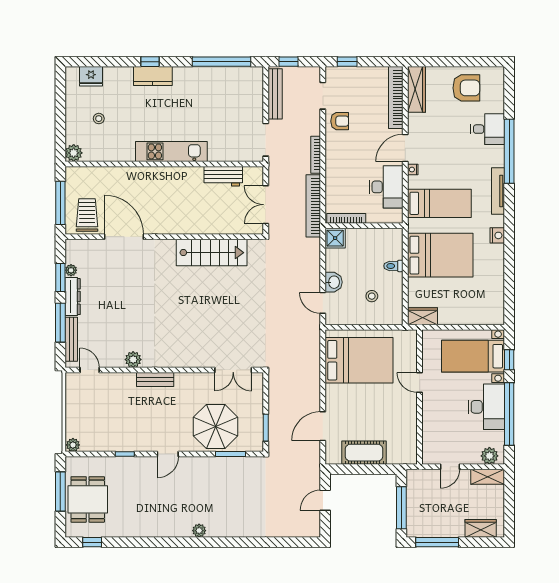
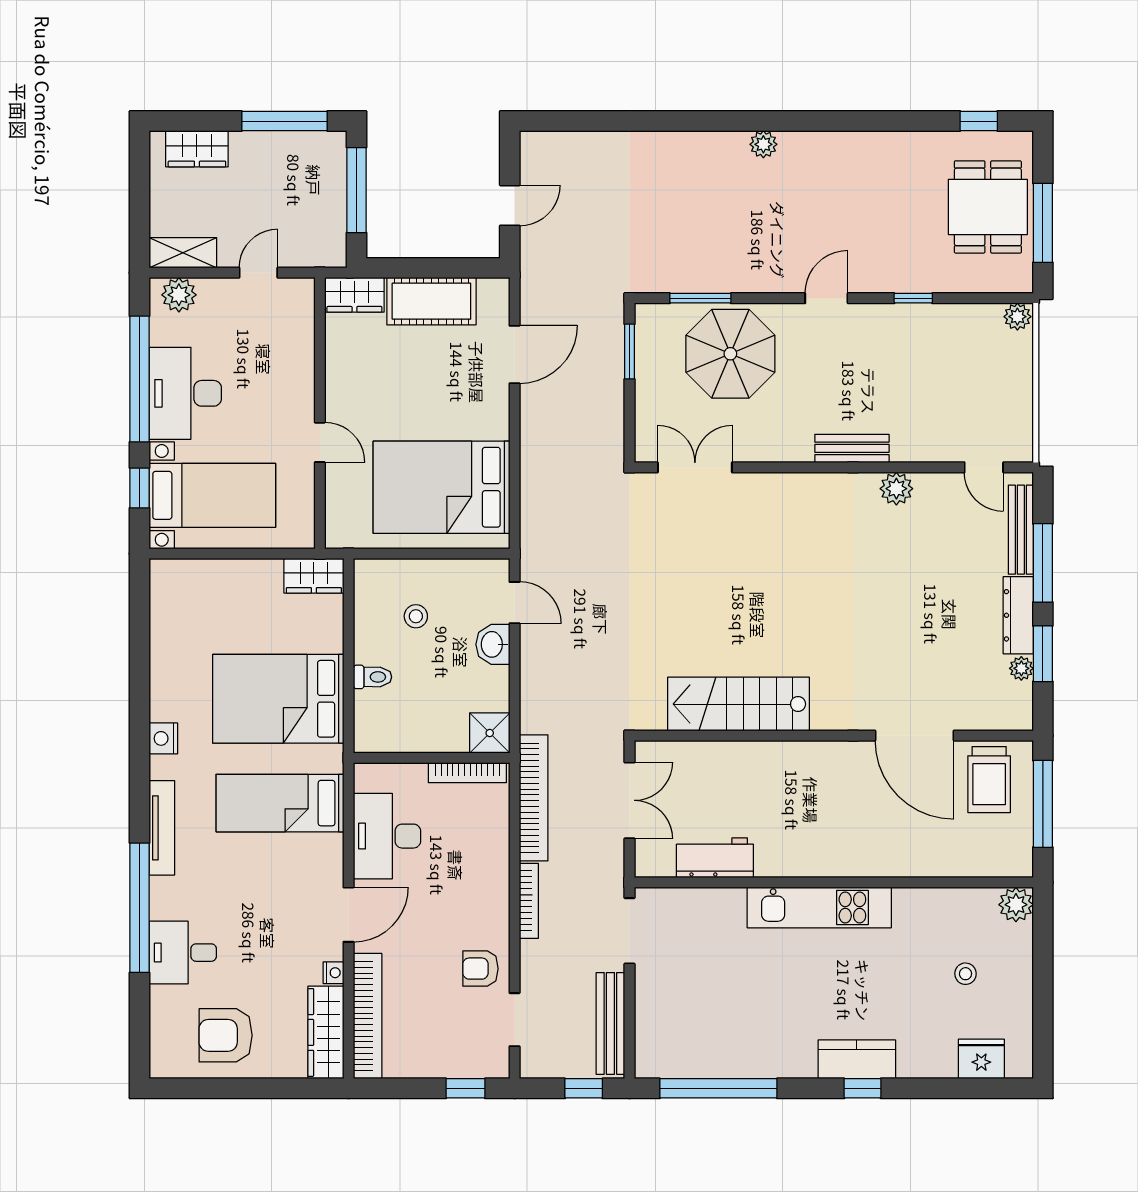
nightstand: (413, 170) -> (333, 973), moved
wardrobe: (402, 456) -> (354, 295), added

